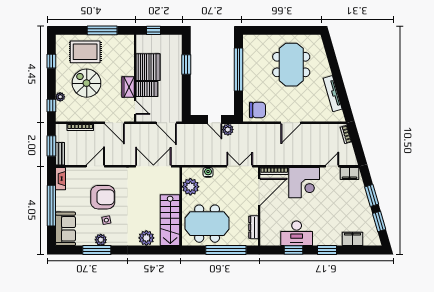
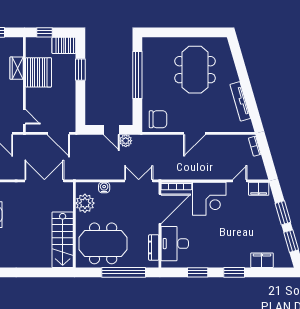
wardrobe: (128, 87) -> (17, 68), moved
server rack: (147, 89) -> (64, 45), moved, turned 180
desk: (297, 233) -> (175, 244), moved, turned 90
plant: (146, 238) -> (37, 259), removed

